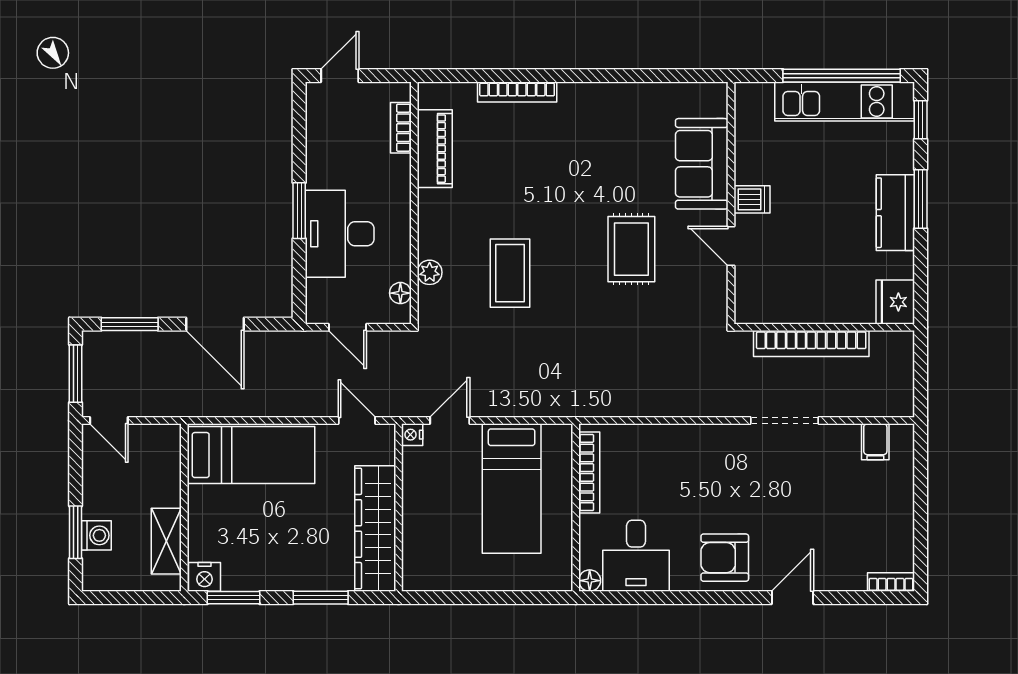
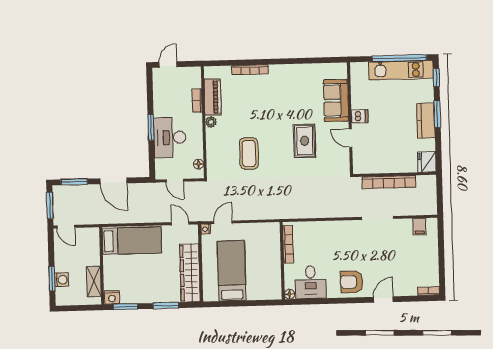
bookcase: (401, 128) -> (197, 100), moved
plant: (430, 272) -> (211, 122), moved
bed: (512, 489) -> (231, 271), moved, turned 180

